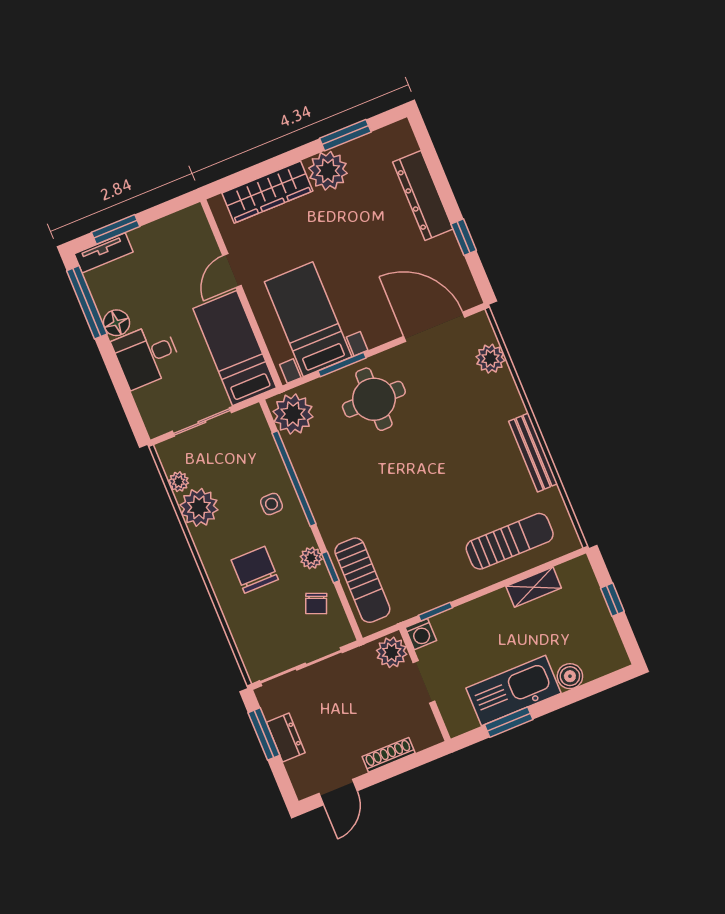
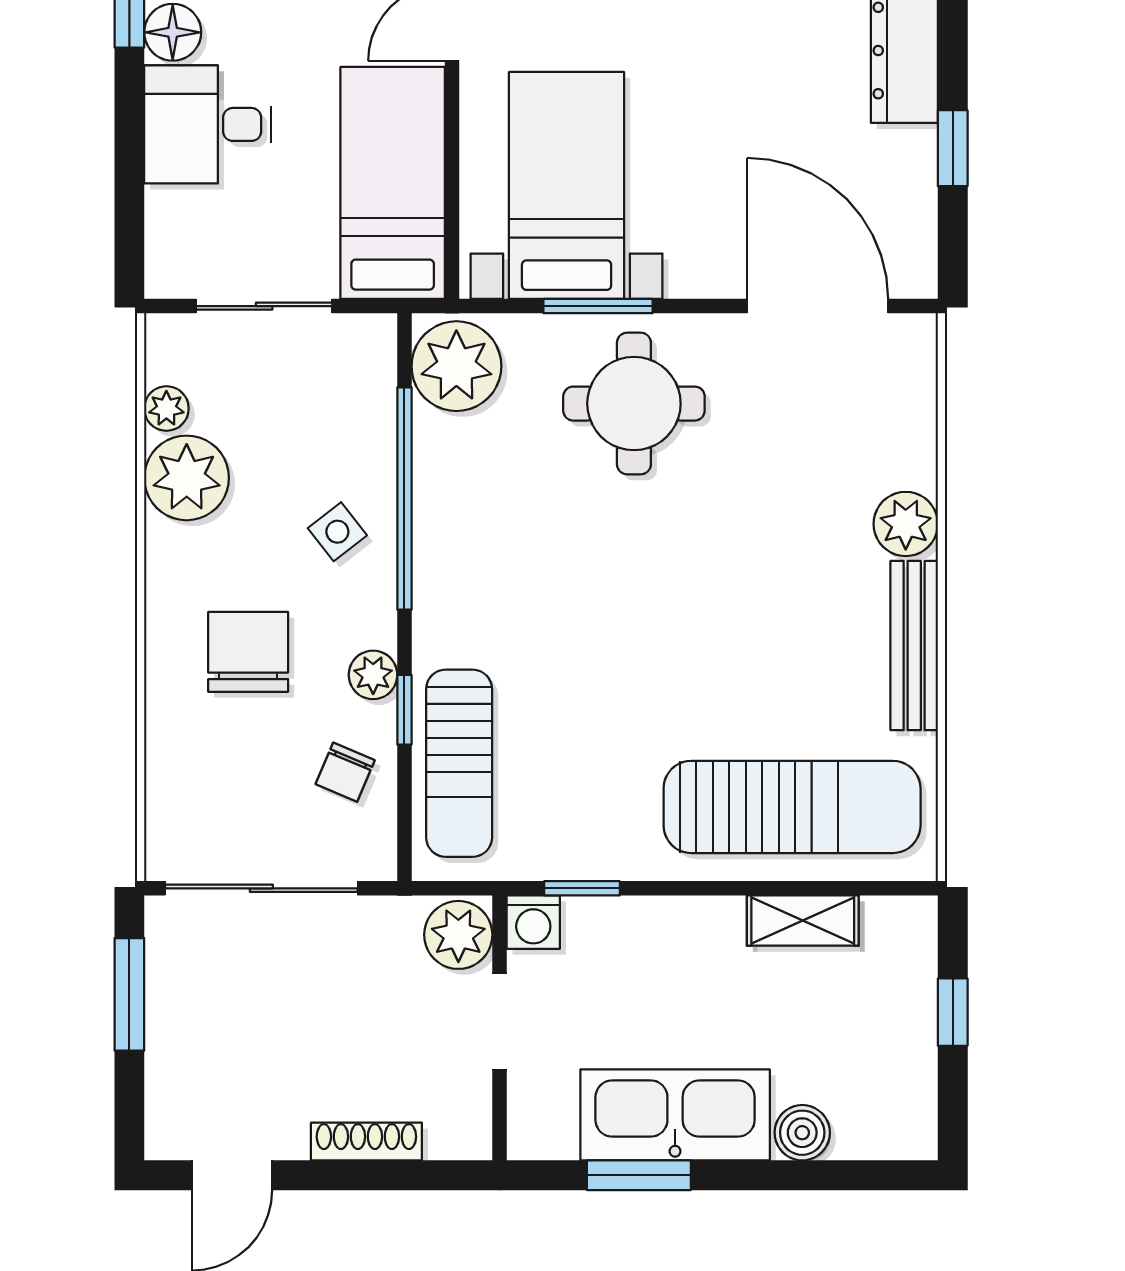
plant: (490, 359) -> (906, 524), moved
side table: (272, 504) -> (337, 532), turned -38
sun lounger: (510, 541) -> (792, 807), width x1.36, depth x1.34
dresser: (286, 738) -> (171, 1020), removed

